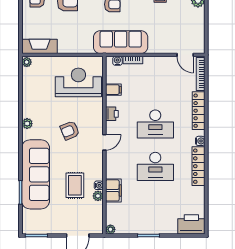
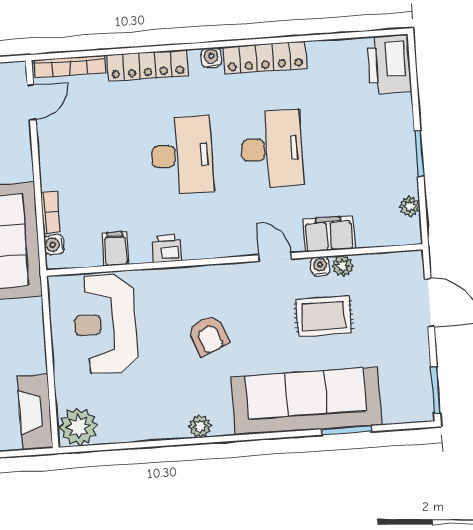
plant: (27, 62) -> (78, 427), width x1.88, depth x1.88
door: (104, 142) -> (275, 257), moved
plant: (110, 229) -> (410, 206), moved

